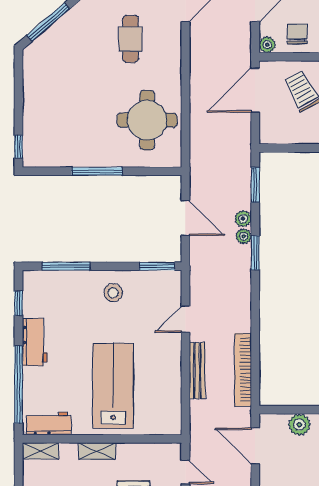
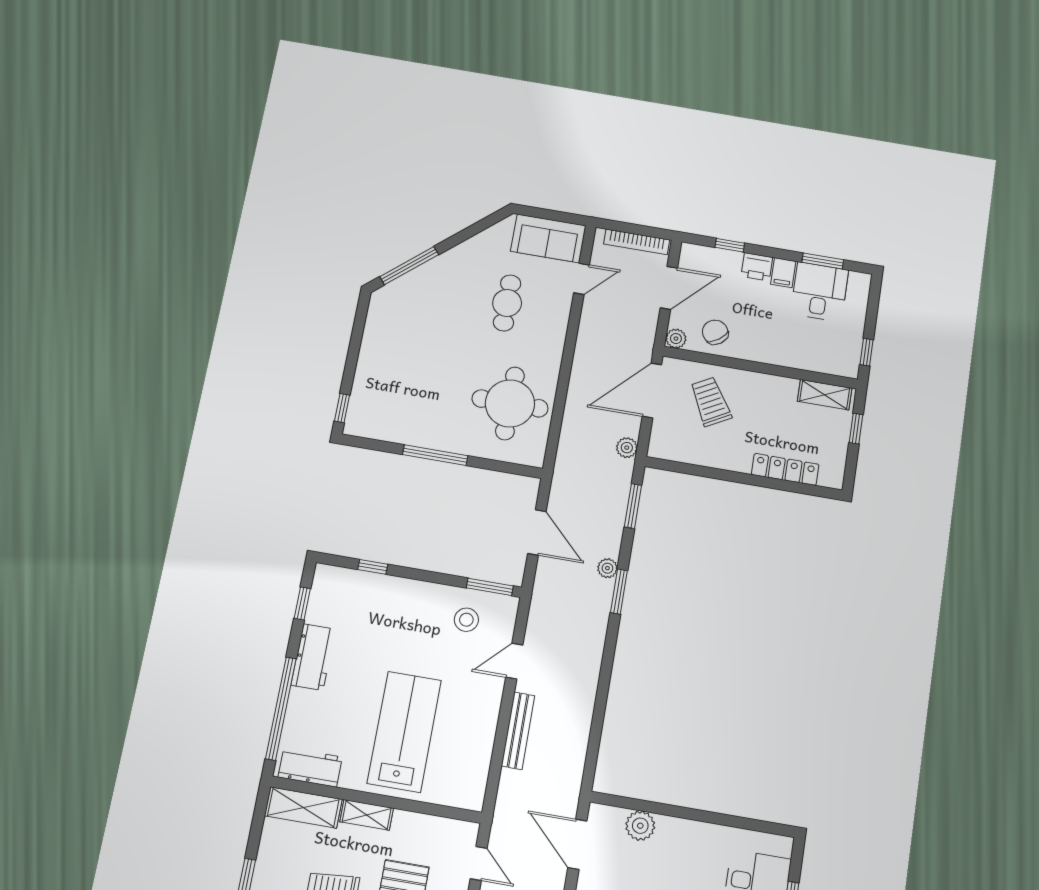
chair: (297, 34) -> (715, 332), turned -36
plant: (243, 219) -> (627, 448), moved
window: (66, 266) -> (373, 567), width x0.46
stool: (113, 293) -> (466, 620), moved
bookcase: (243, 370) -> (578, 740), removed
shelving: (41, 451) -> (303, 807), width x1.50, depth x1.33

